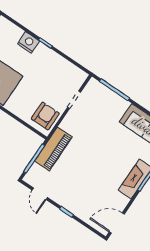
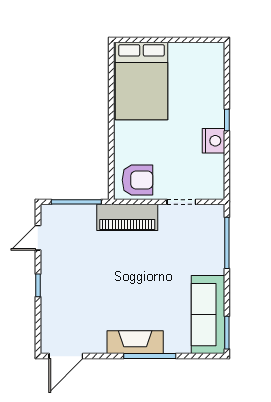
nightstand: (28, 42) -> (213, 141), moved
piano: (53, 149) -> (127, 217), moved
door: (117, 223) -> (66, 356), swing flipped

